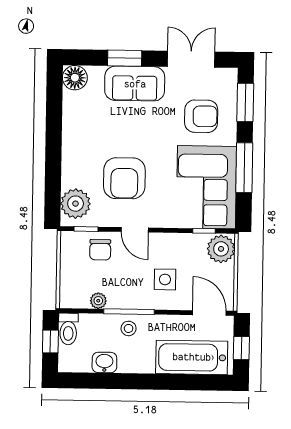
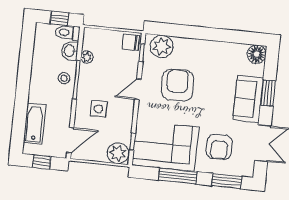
armchair: (124, 178) -> (177, 85), turned 88
chair: (100, 250) -> (131, 42), moved
bathtub: (192, 357) -> (35, 124), width x0.73, depth x0.73
washbasin: (104, 362) -> (70, 51), moved, turned 180

